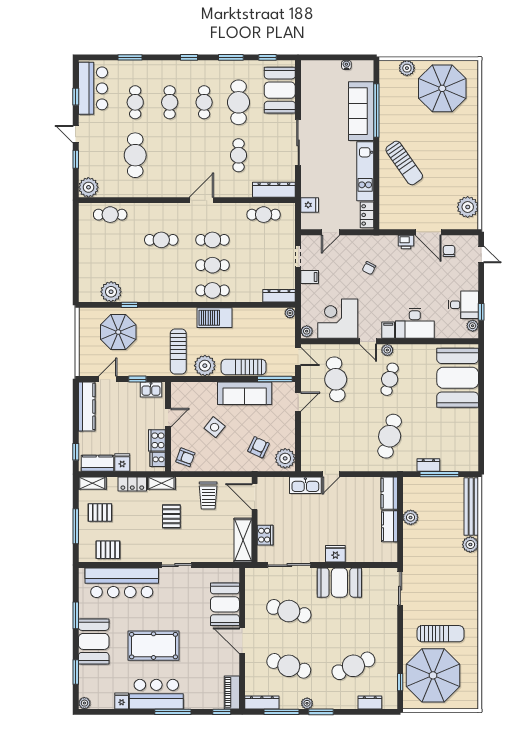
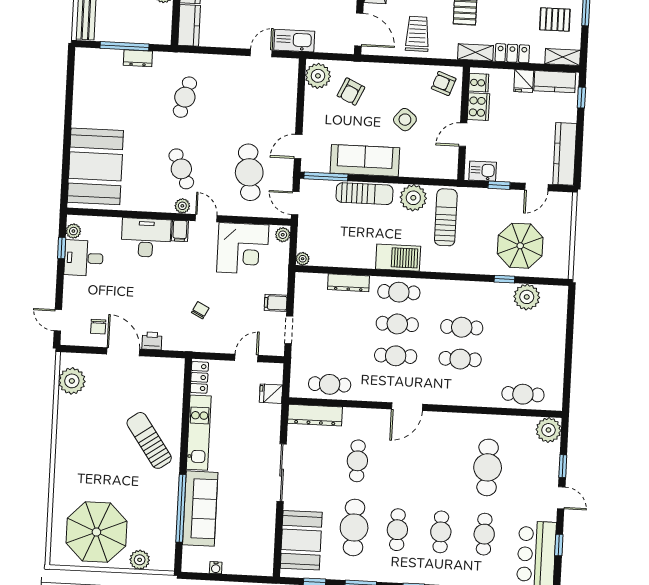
cafe table: (161, 265) -> (462, 327), added
dresser: (279, 296) -> (349, 283), moved
cafe table: (390, 379) -> (181, 169), turned -39
cafe table: (390, 436) -> (185, 97), width x0.73, depth x0.74

